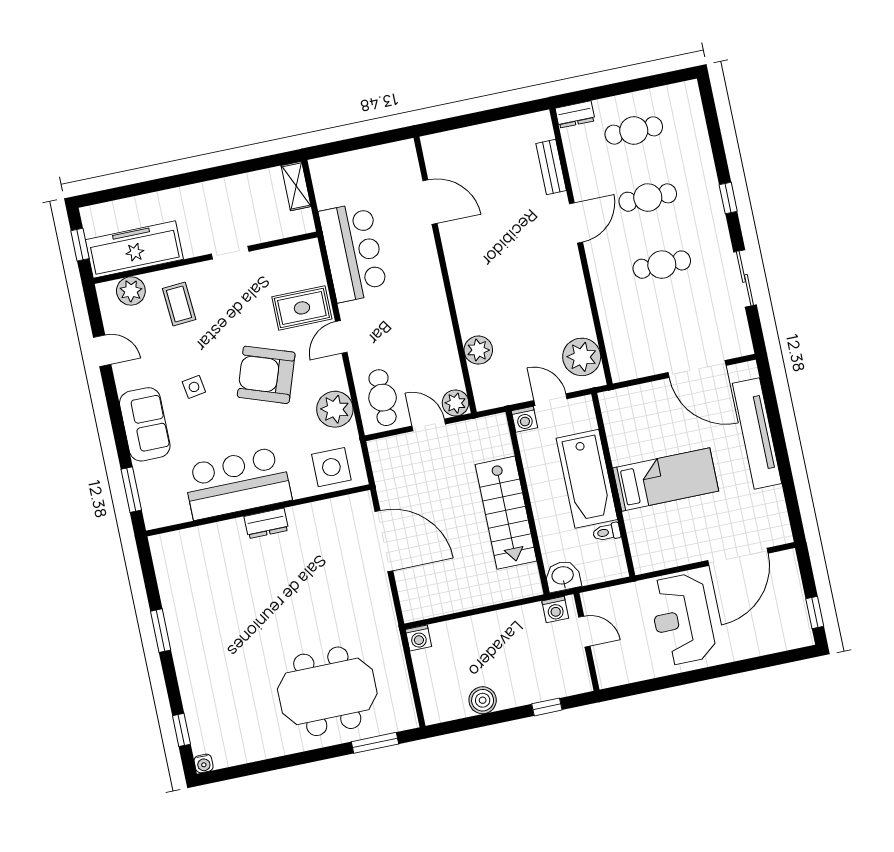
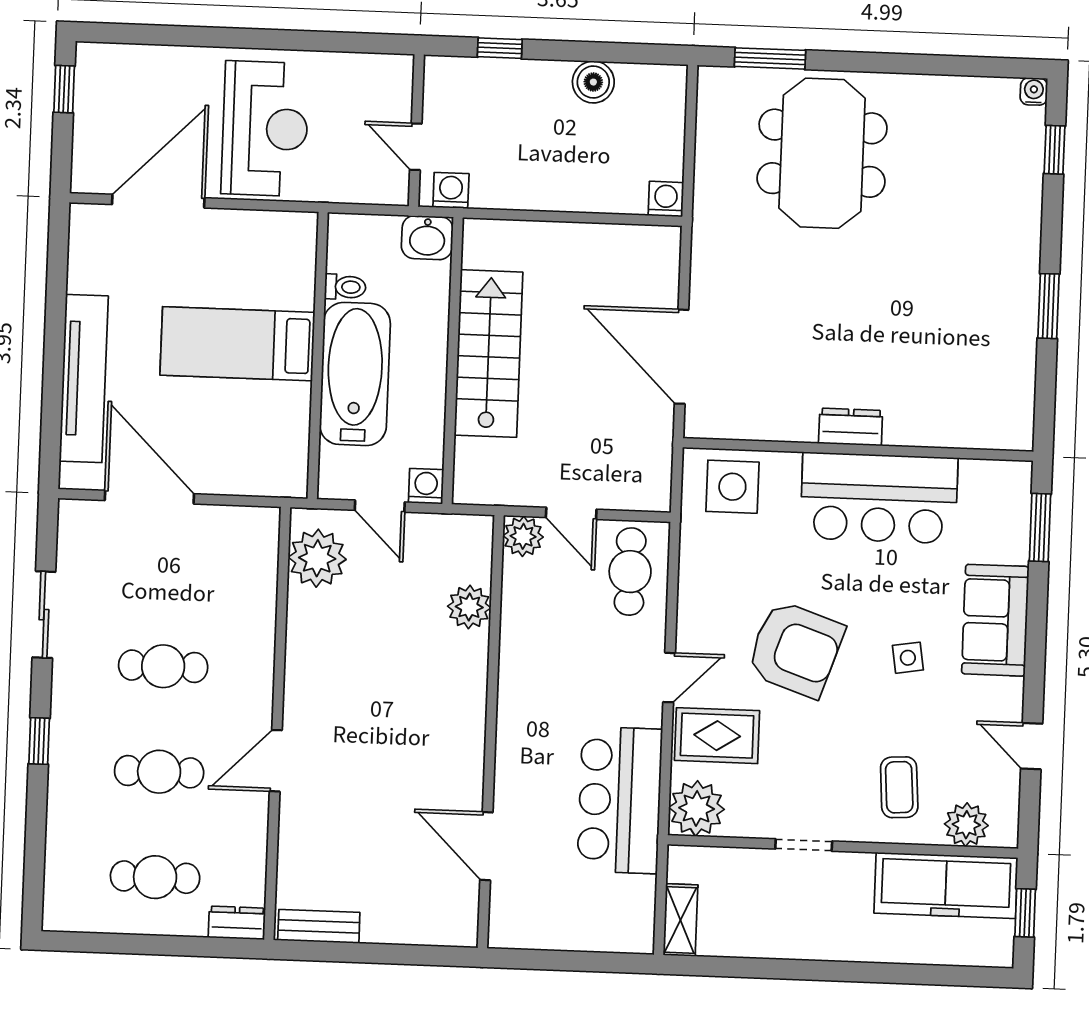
bench: (551, 167) -> (319, 926), moved, turned 90
plant: (335, 409) -> (697, 808), moved
meeting table: (327, 691) -> (822, 153), turned 90

